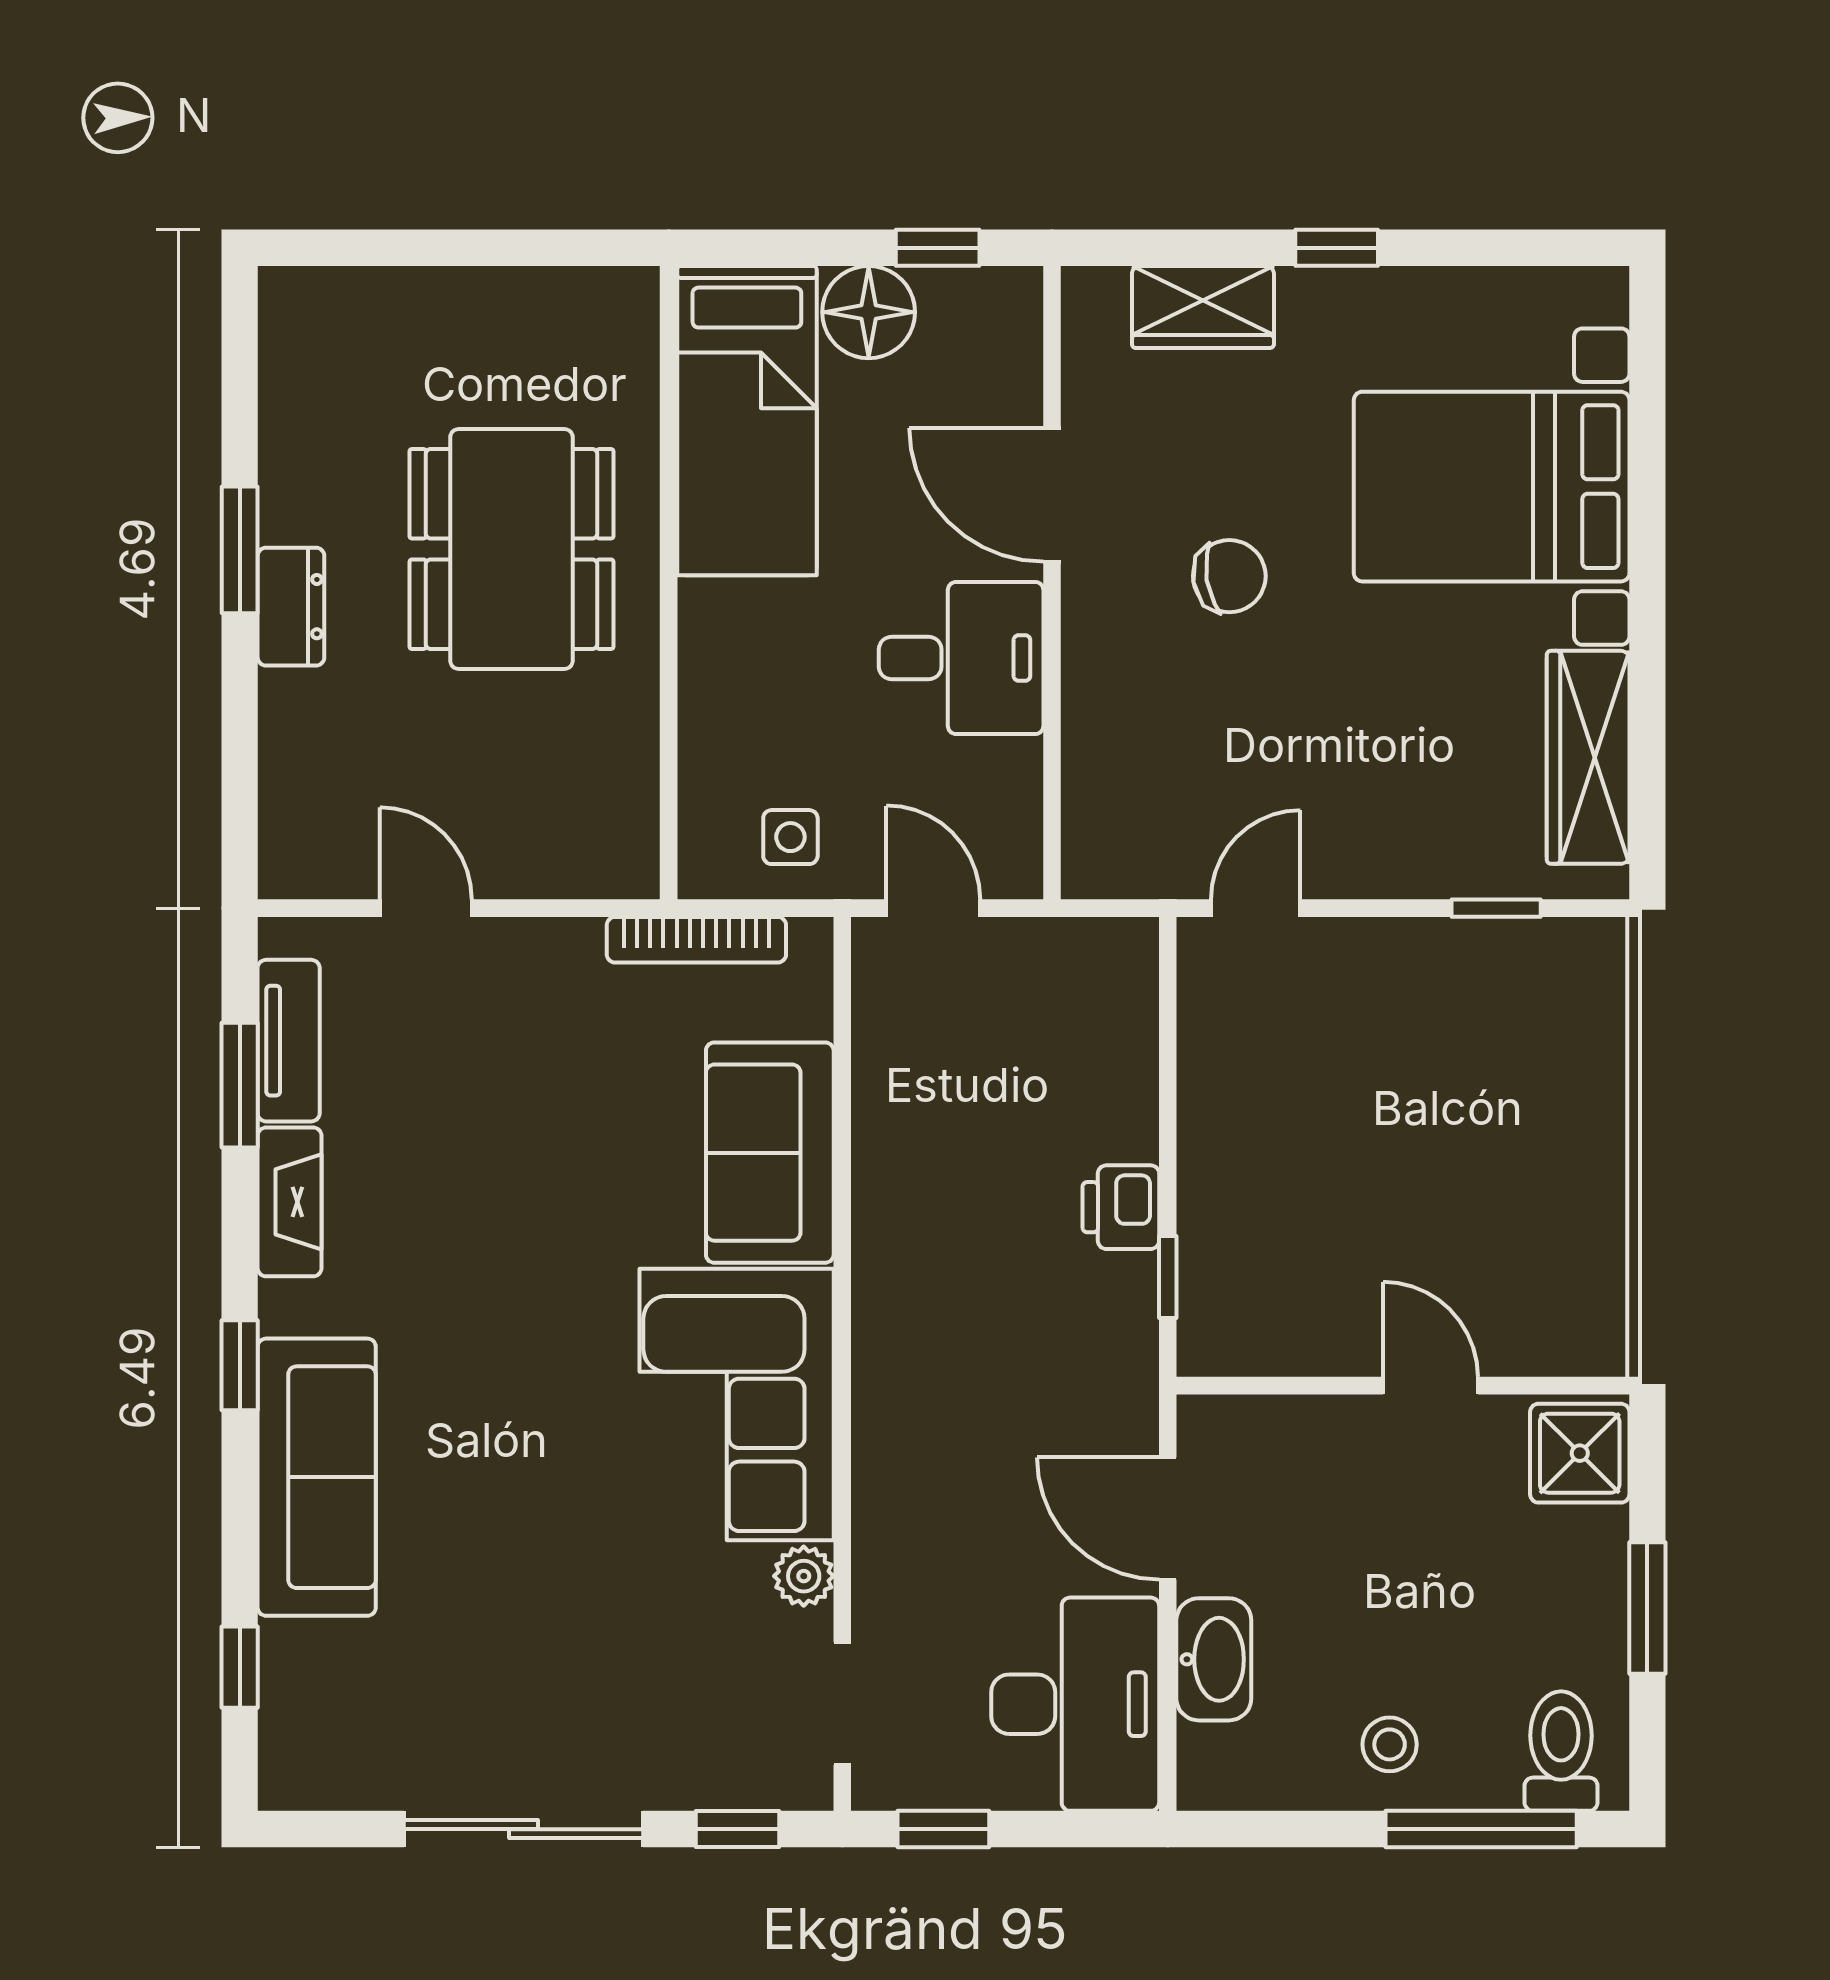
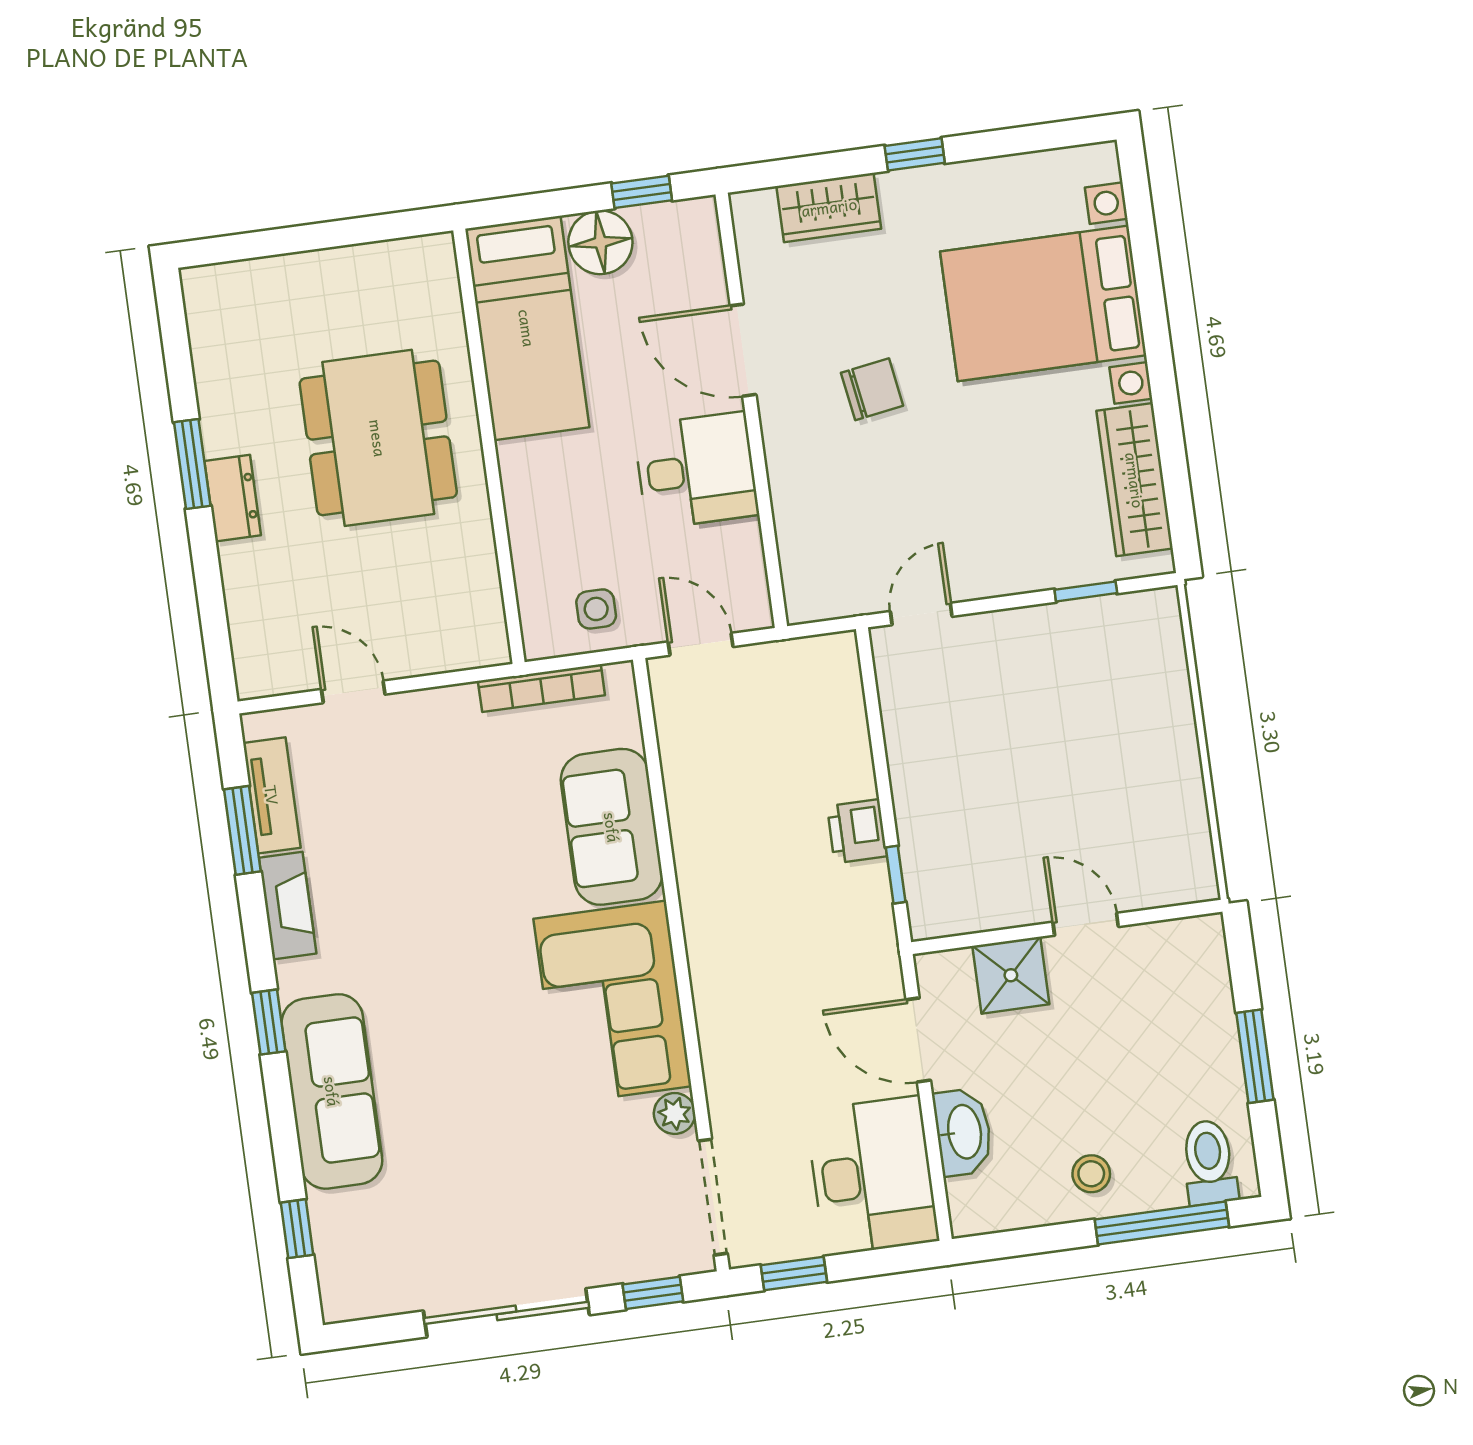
shower: (1580, 1453) -> (1011, 975), moved
doorway: (842, 1703) -> (713, 1197), width x1.38

